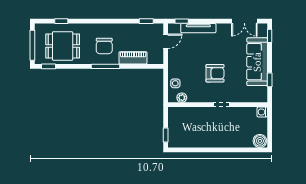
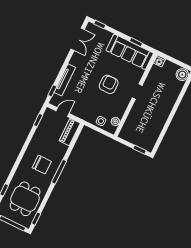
door: (166, 41) -> (63, 112), hinge flipped
piano: (133, 58) -> (70, 132), moved
sofa: (257, 62) -> (130, 52), moved

